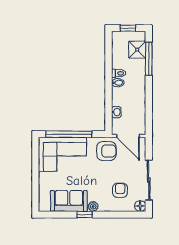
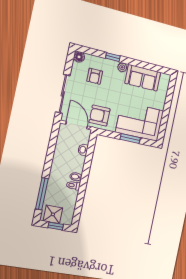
shower: (137, 50) -> (53, 214), moved
window: (69, 134) -> (130, 138), width x0.47
sliding door: (149, 180) -> (63, 94), moved
window: (85, 215) -> (113, 57), moved

